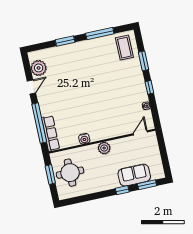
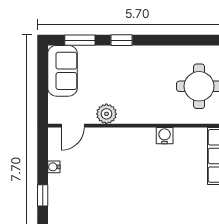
plant: (104, 148) -> (106, 114), moved
sofa: (134, 175) -> (62, 71), moved, turned -90

